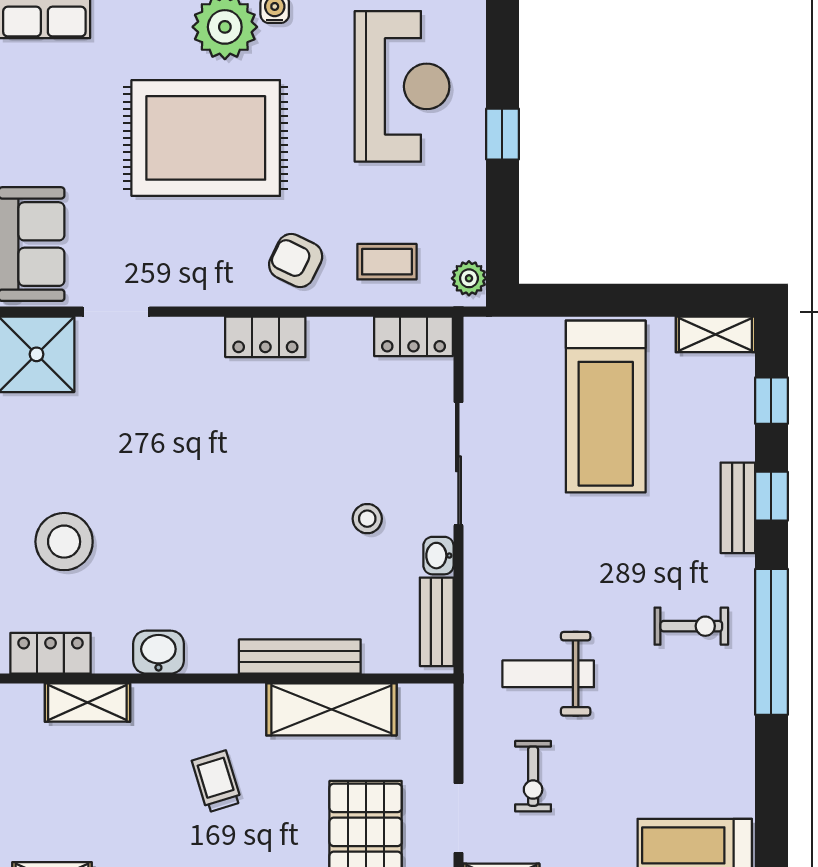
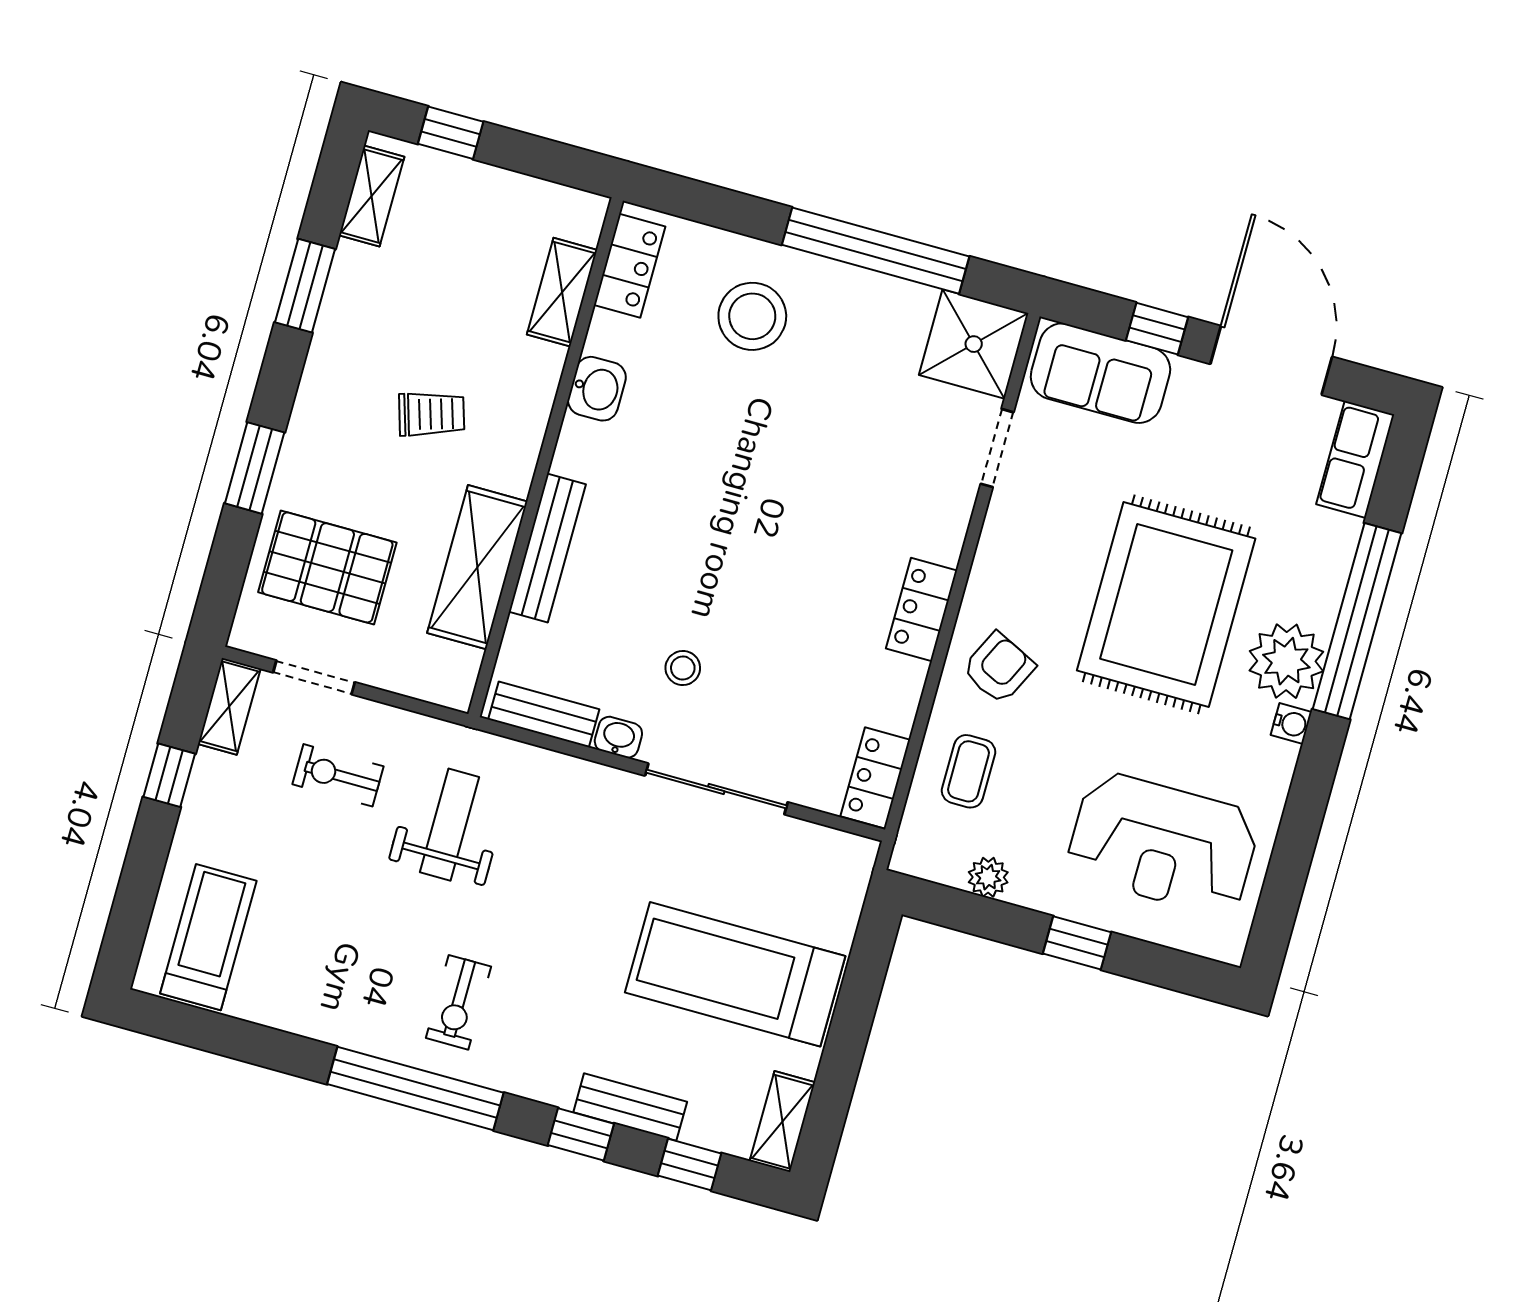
plant: (469, 278) -> (988, 877), moved
bench: (738, 508) -> (630, 1107), moved

